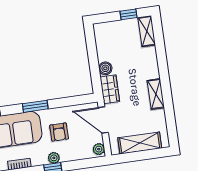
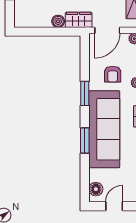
armchair: (59, 132) -> (113, 74), turned 90

